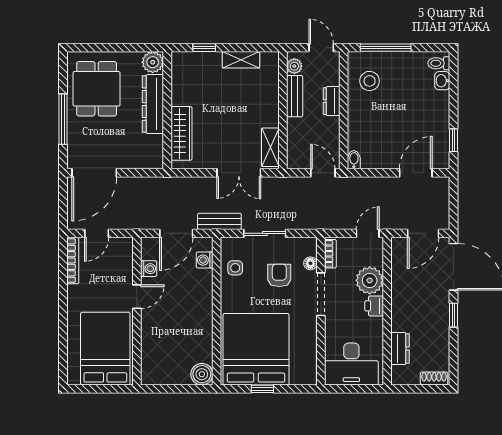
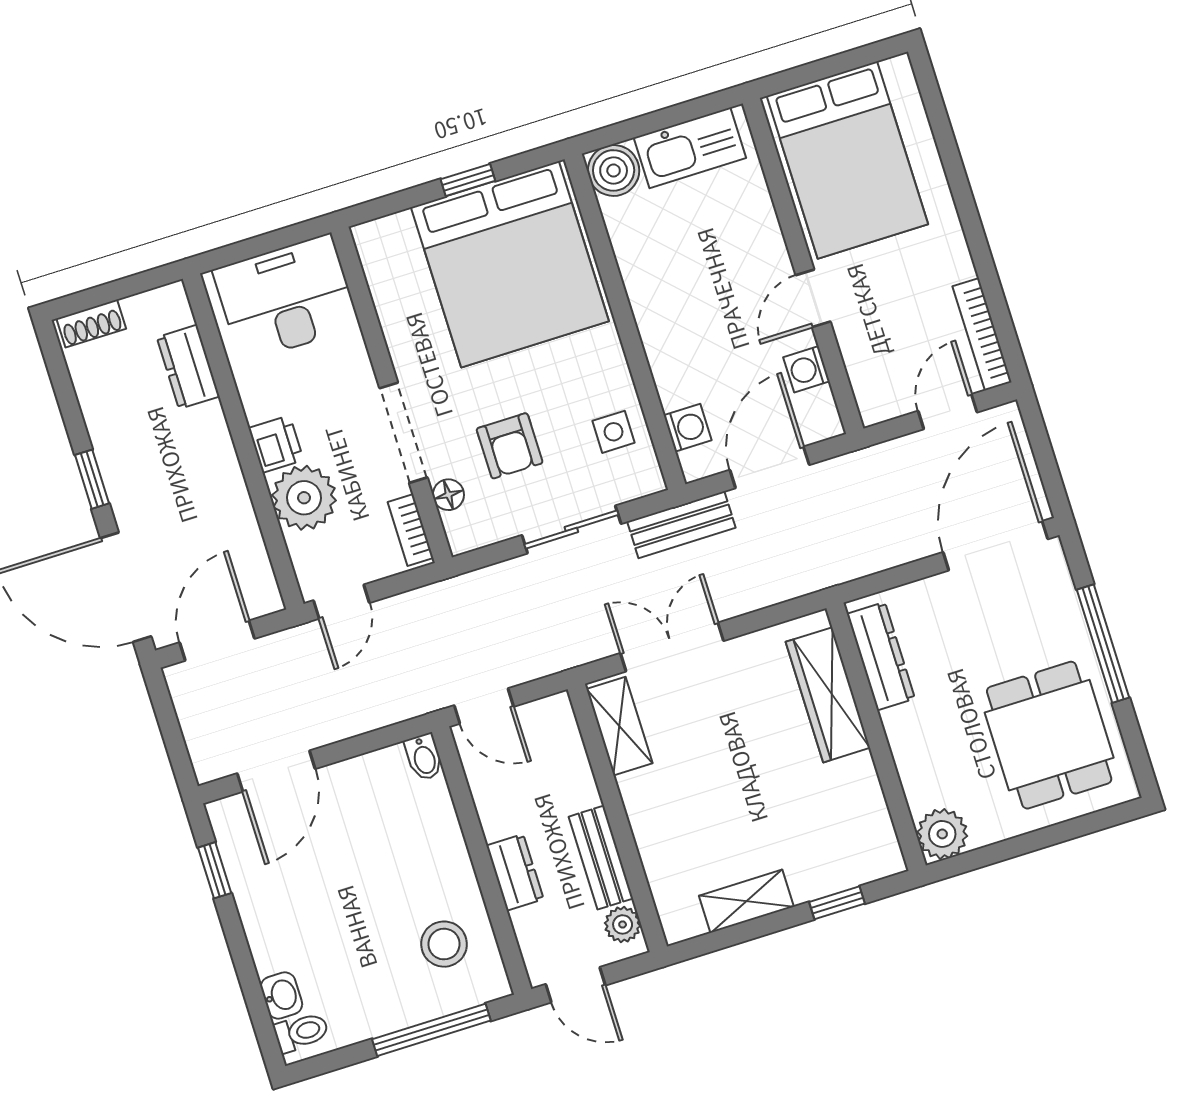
dresser: (153, 104) -> (881, 656), moved, width x0.73, depth x0.80
kitchen sink: (168, 374) -> (690, 148), added

